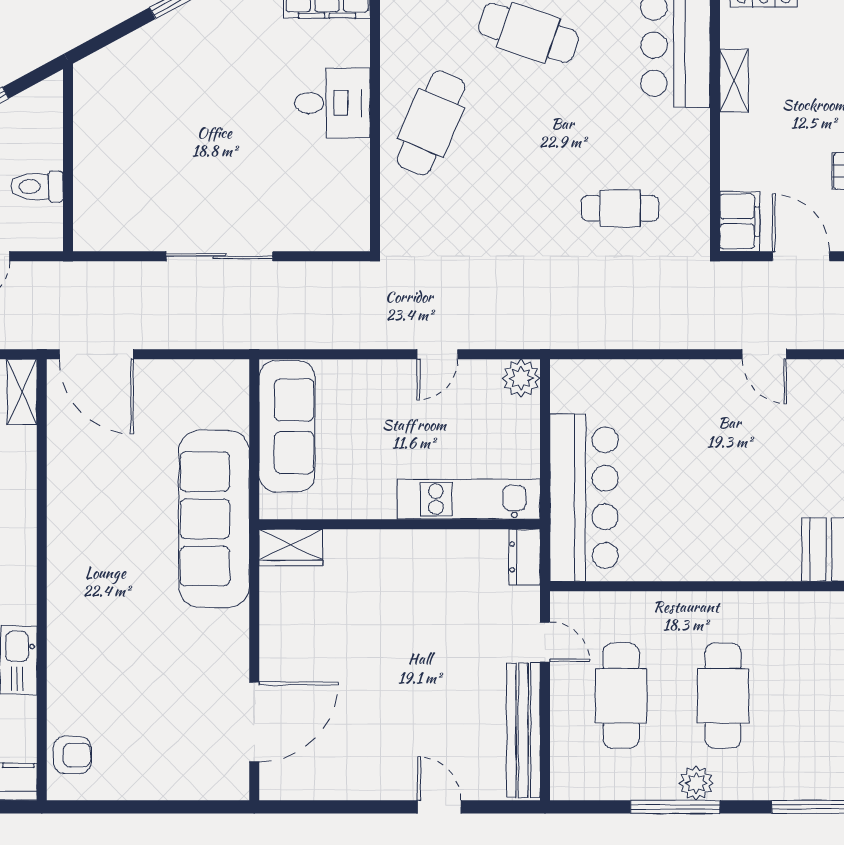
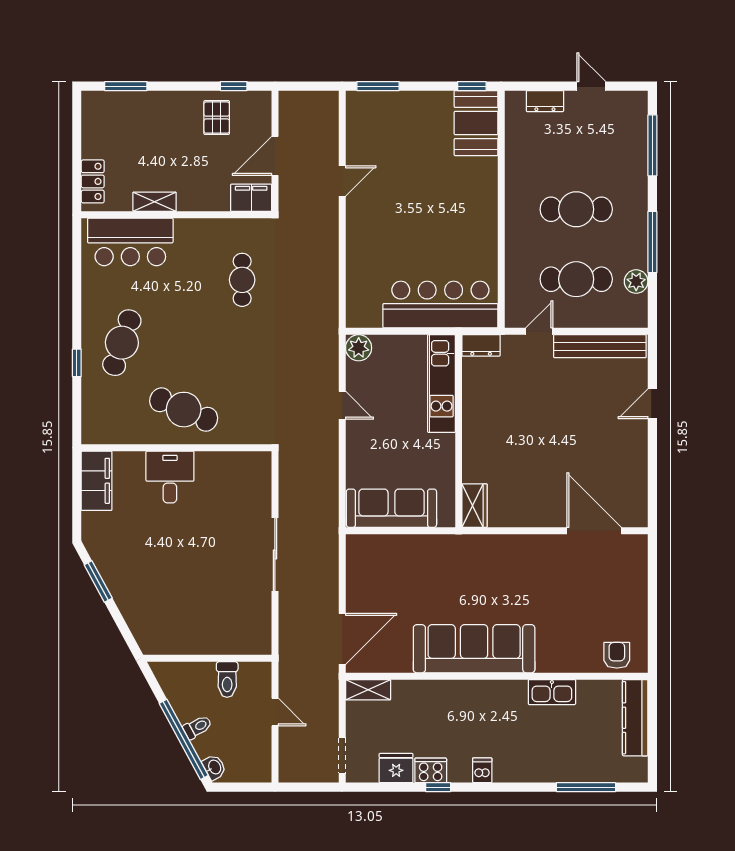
sofa: (214, 519) -> (474, 649), moved, turned 180
plant: (696, 783) -> (636, 282), moved

